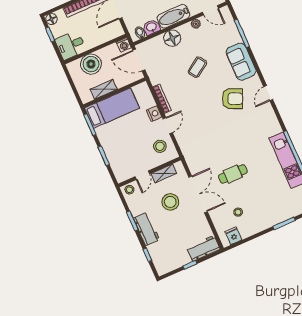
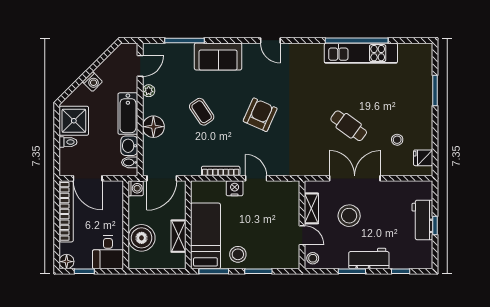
armchair: (233, 99) -> (260, 115), moved
stool: (160, 146) -> (238, 254), moved
cafe table: (233, 174) -> (349, 126), turned -54
workbench: (203, 248) -> (422, 220), moved

